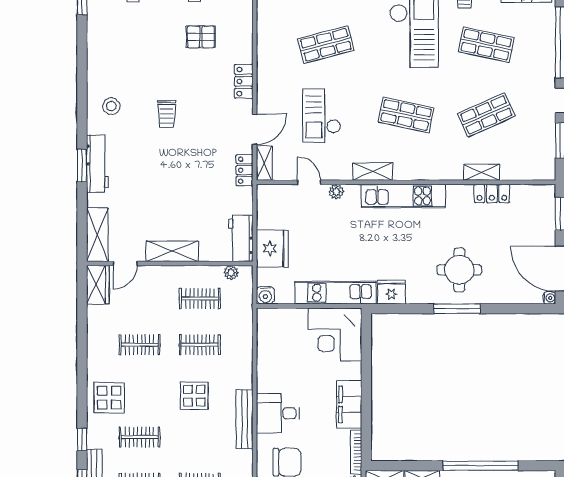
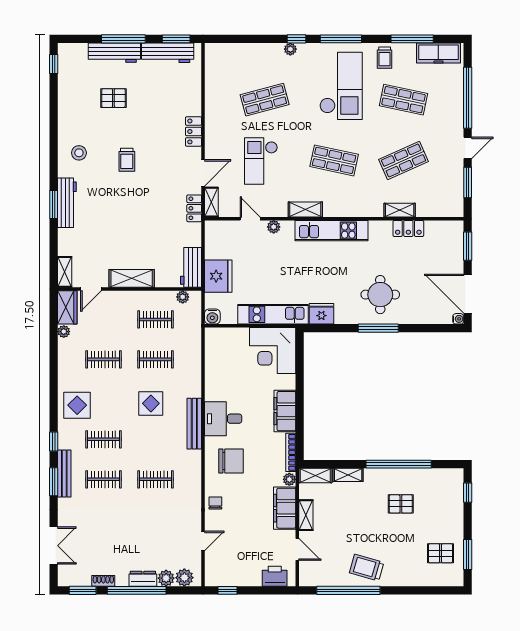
pallet: (201, 37) -> (113, 98), moved
shelving: (97, 235) -> (65, 272), width x0.67, depth x0.75
plant: (94, 313) -> (64, 332), added

